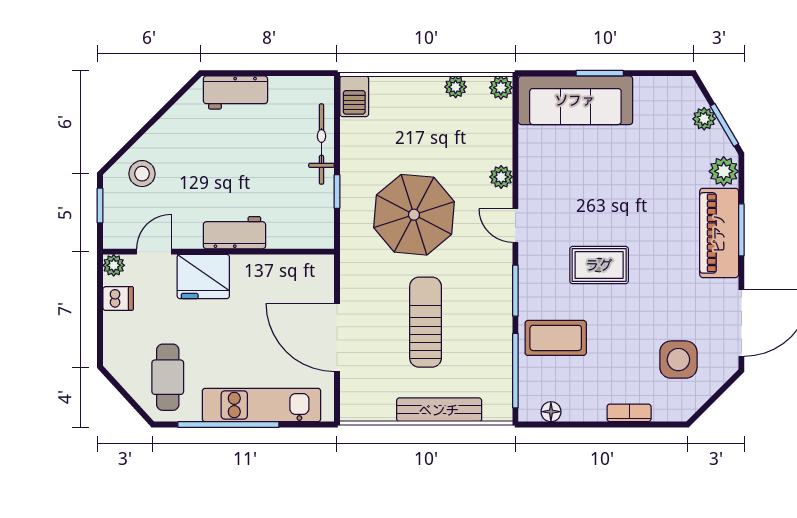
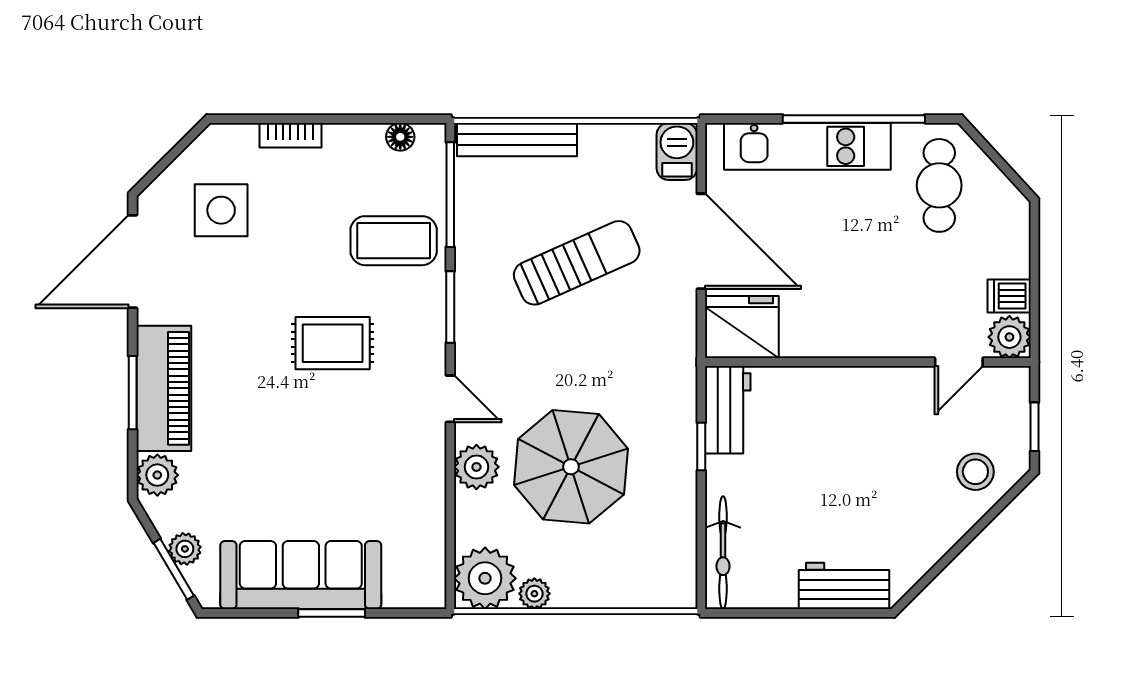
plant: (501, 88) -> (485, 578), width x1.88, depth x1.88
barbecue: (354, 96) -> (677, 151), moved
sofa: (575, 100) -> (301, 575), moved
window: (724, 125) -> (174, 569), moved
bicycle: (321, 144) -> (723, 553), moved
plant: (501, 177) -> (476, 467), width x1.38, depth x1.38
parasol: (414, 215) -> (571, 467), moved
workbench: (234, 233) -> (728, 410), moved, turned -90
plant: (114, 265) -> (1009, 337), width x1.38, depth x1.38
fridge: (203, 277) -> (742, 327), moved
sun lounger: (426, 322) -> (577, 263), turned -114
bench: (439, 410) -> (517, 140), moved

